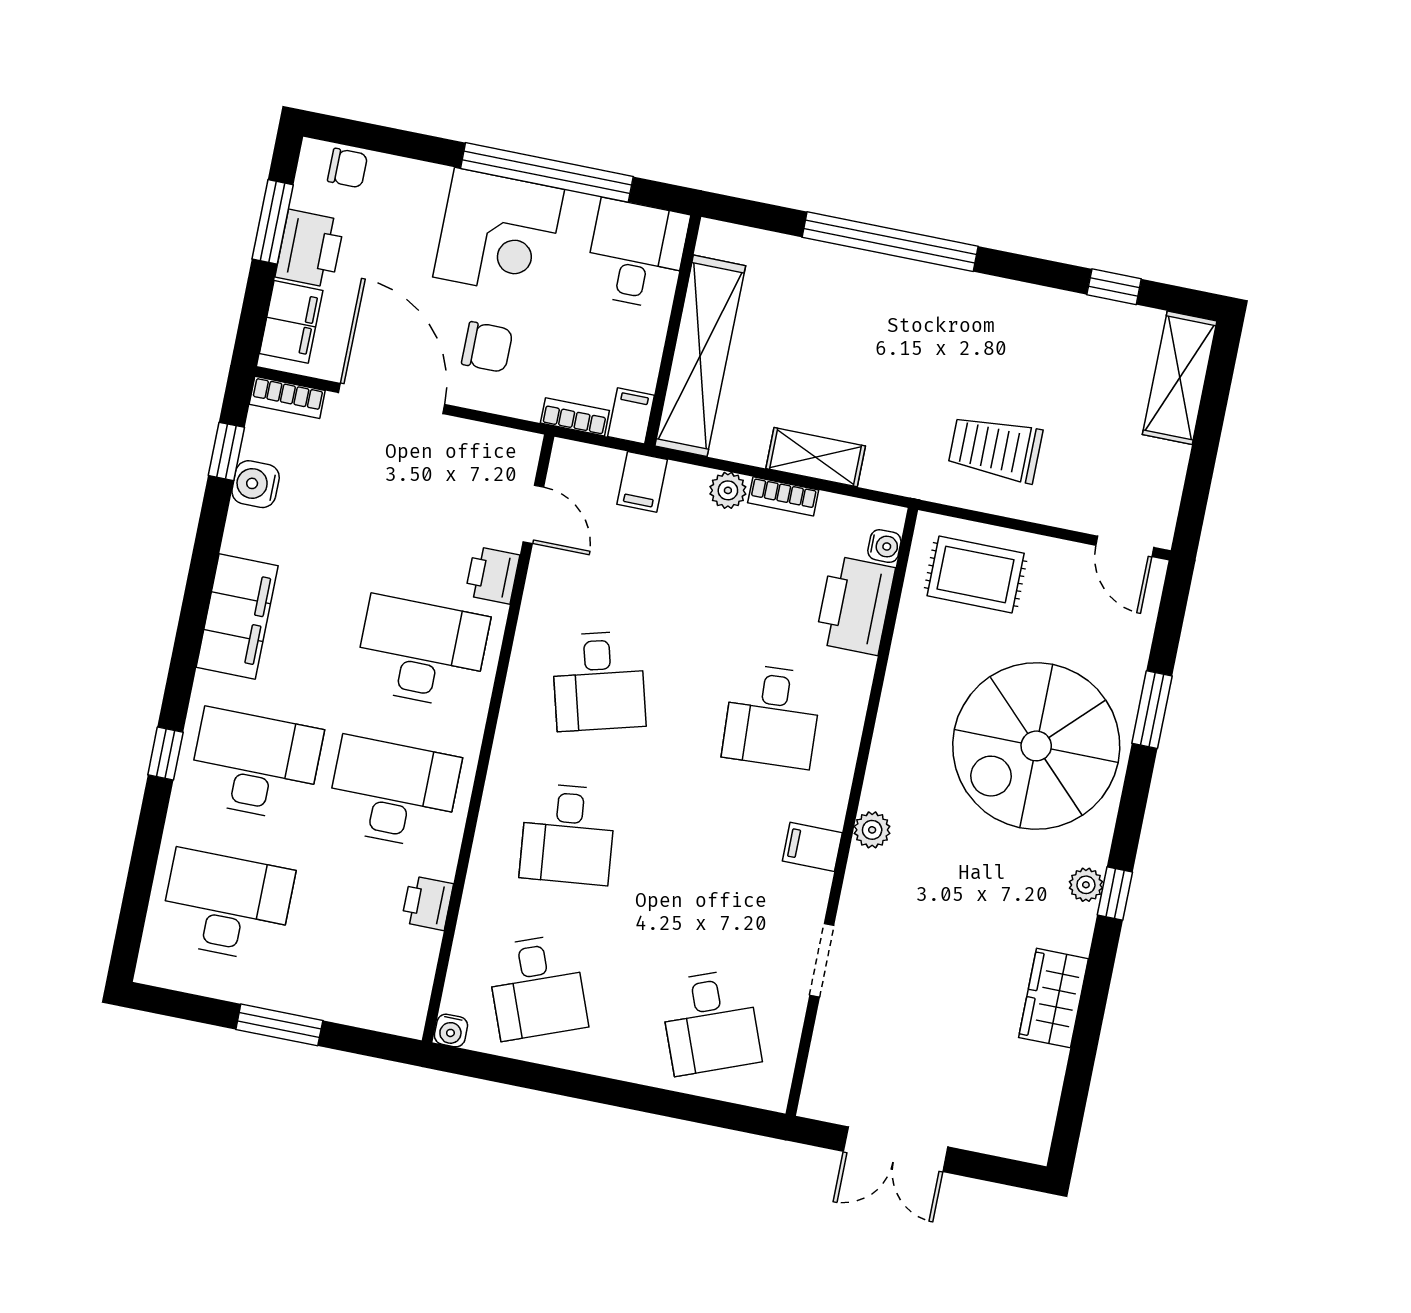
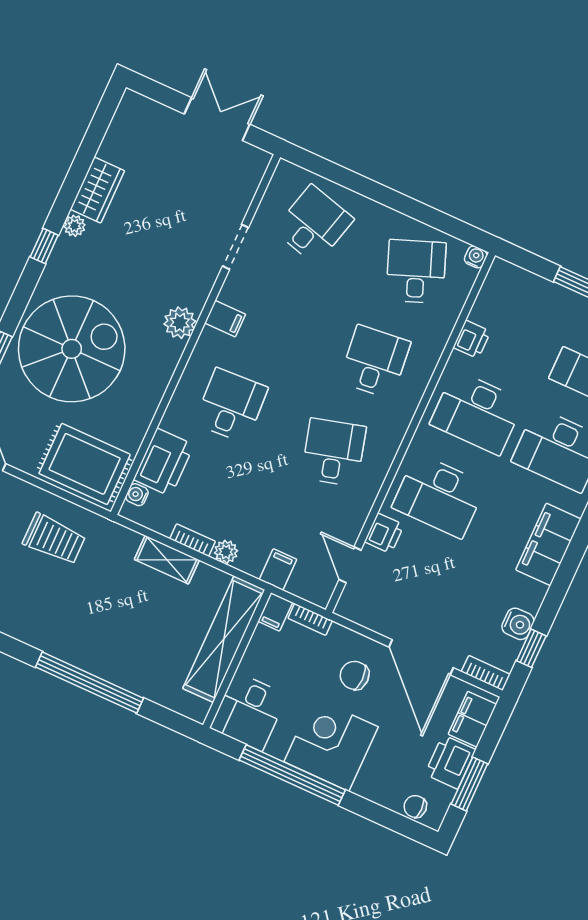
rug: (976, 574) -> (85, 464), width x1.36, depth x1.43
plant: (872, 830) -> (180, 323), width x1.38, depth x1.38
plant: (1086, 885) -> (74, 226), moved
desk: (710, 1022) -> (314, 225), turned 36

